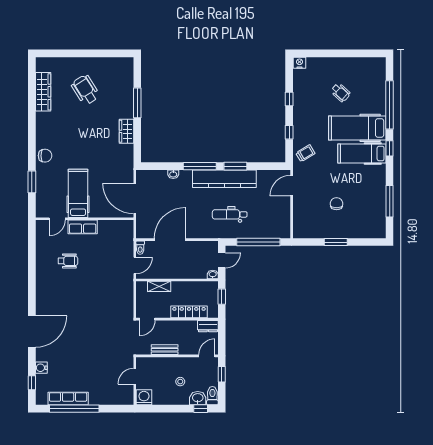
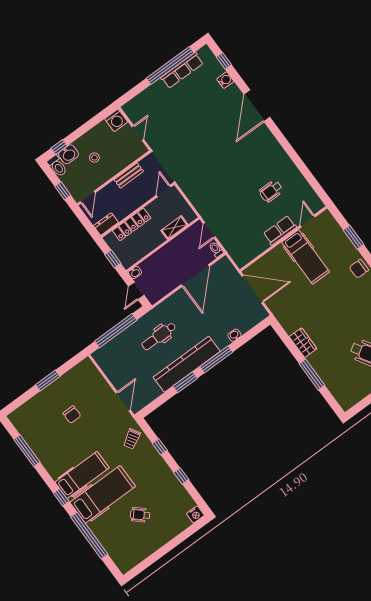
dental chair: (230, 214) -> (159, 336), turned 180

